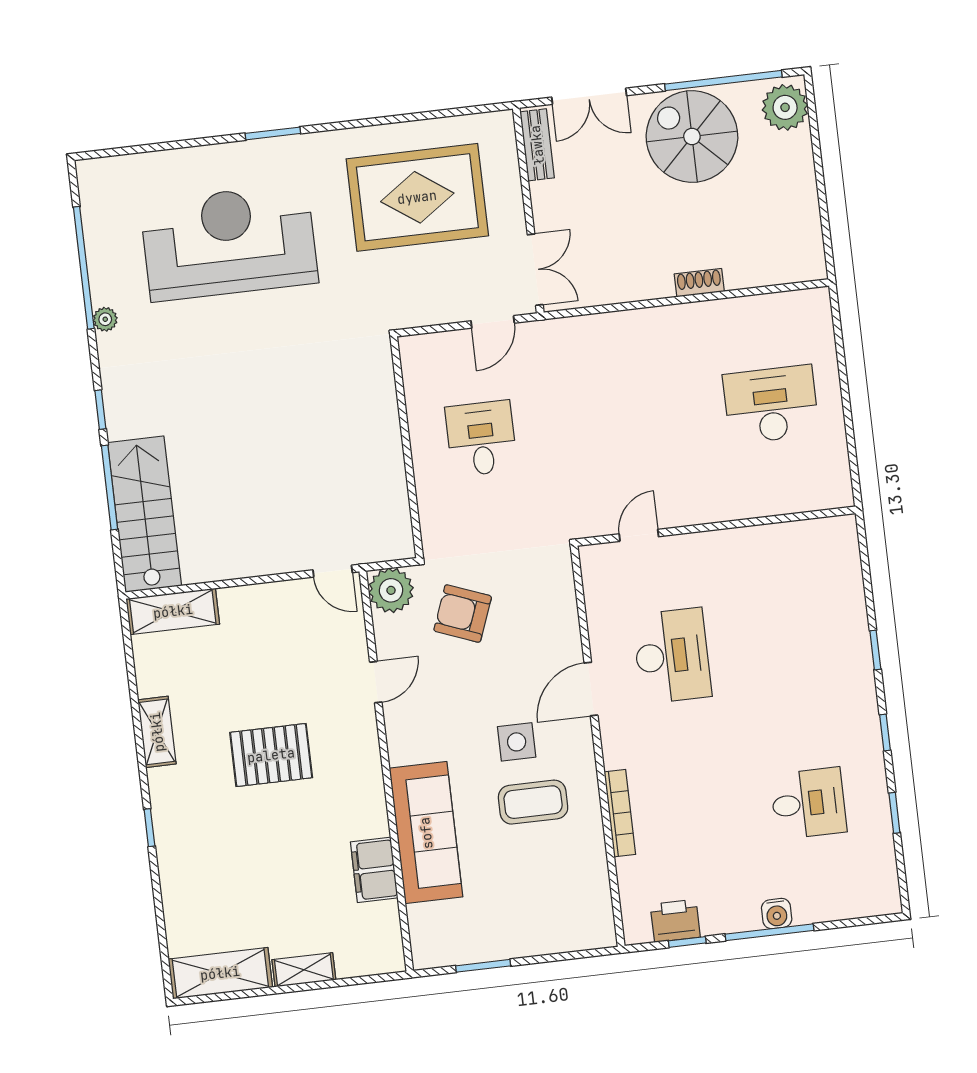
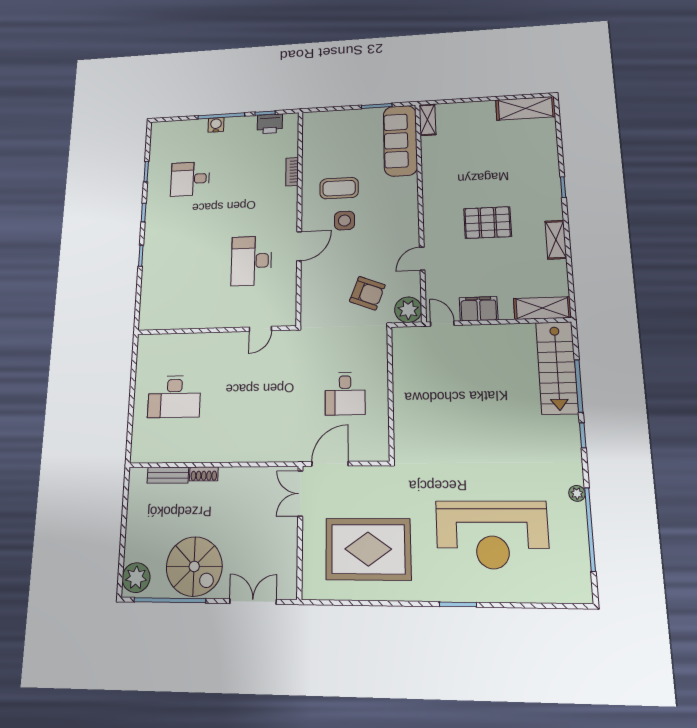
bench: (537, 145) -> (168, 475), moved, turned 90
door: (493, 322) -> (330, 464), width x1.38
bookcase: (620, 813) -> (292, 172), width x0.64
sofa: (426, 833) -> (400, 141), moved
filing cabinet: (374, 870) -> (479, 309), moved, turned -90
shelving: (304, 970) -> (428, 120), moved, turned 90

